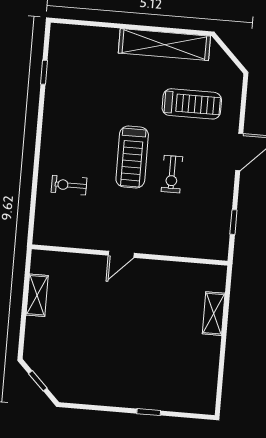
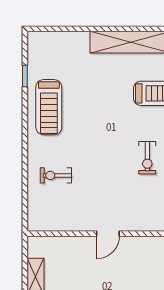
treadmill: (132, 157) -> (49, 107), moved

